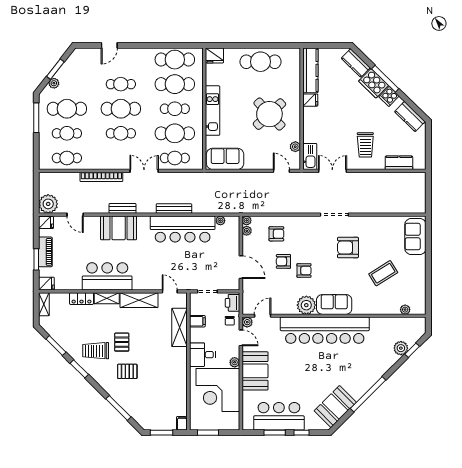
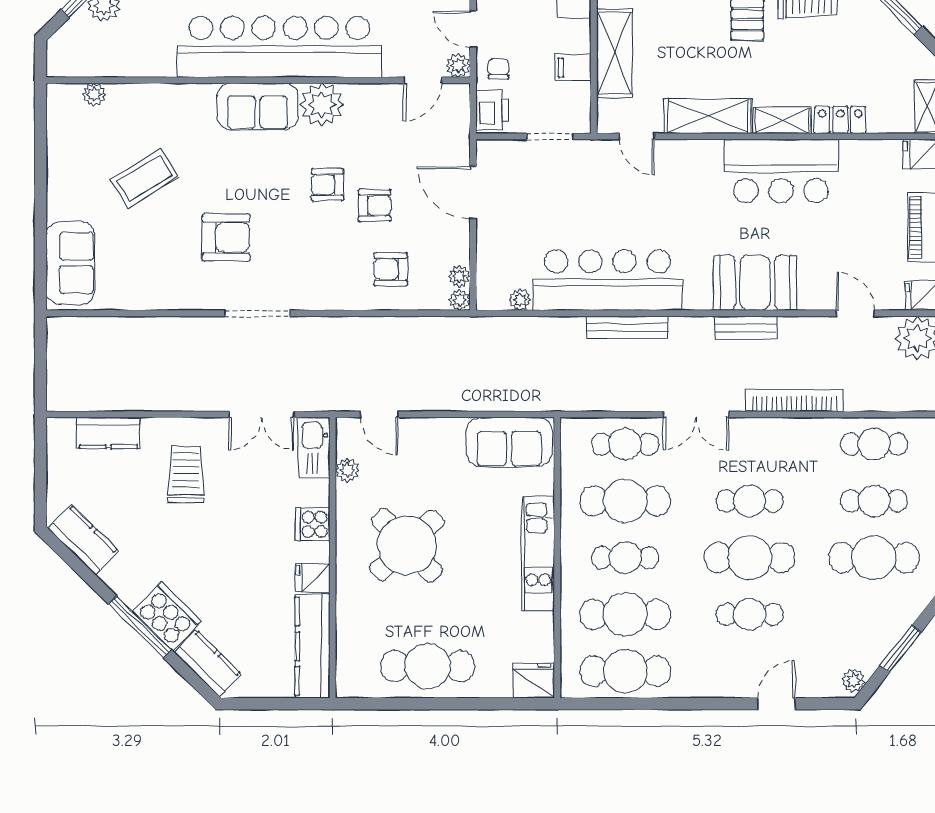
plant: (54, 83) -> (854, 680), moved
cooker: (389, 96) -> (313, 524), moved, turned -134

